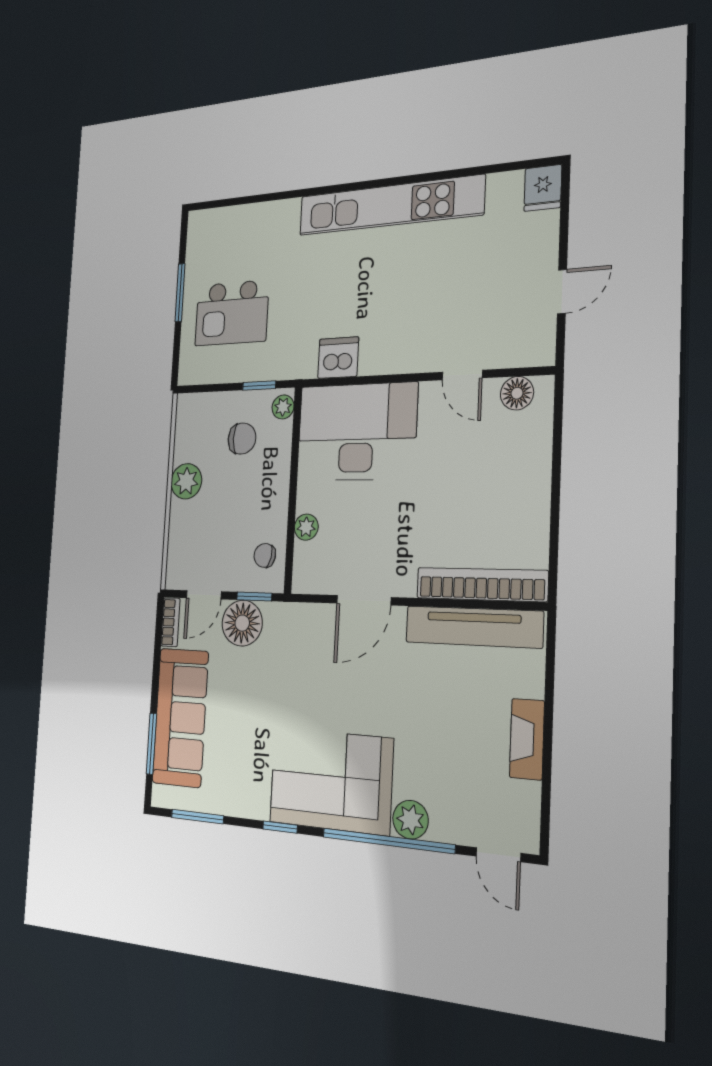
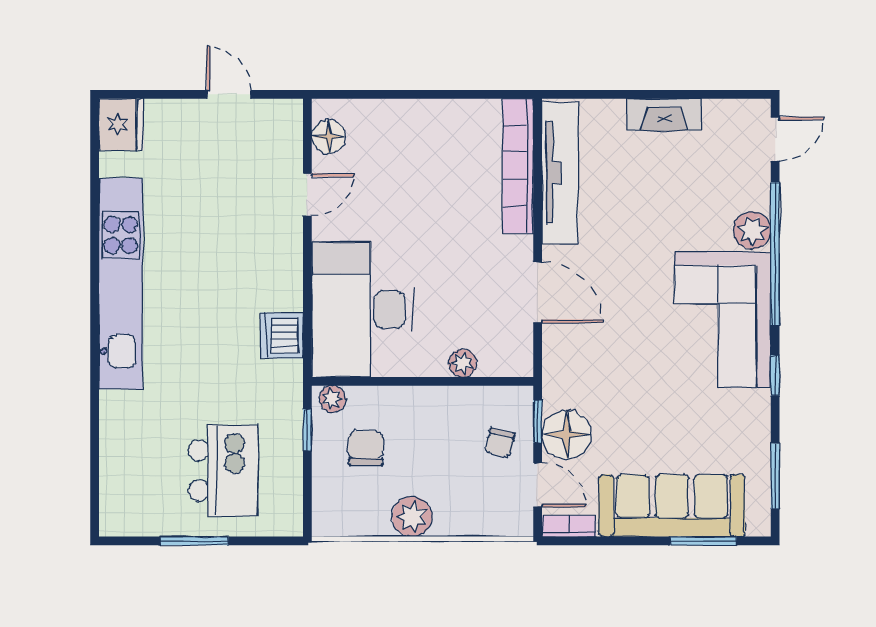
fridge: (543, 188) -> (121, 125), width x1.38
chair: (265, 555) -> (500, 443), moved

